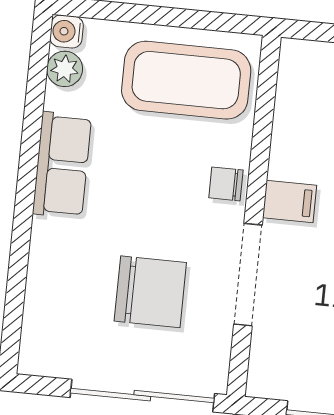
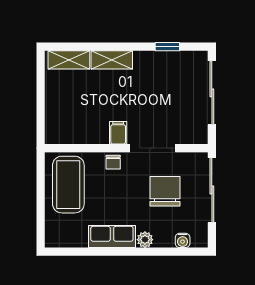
water cooler: (67, 31) -> (183, 240), moved
plant: (65, 69) -> (145, 240), moved

